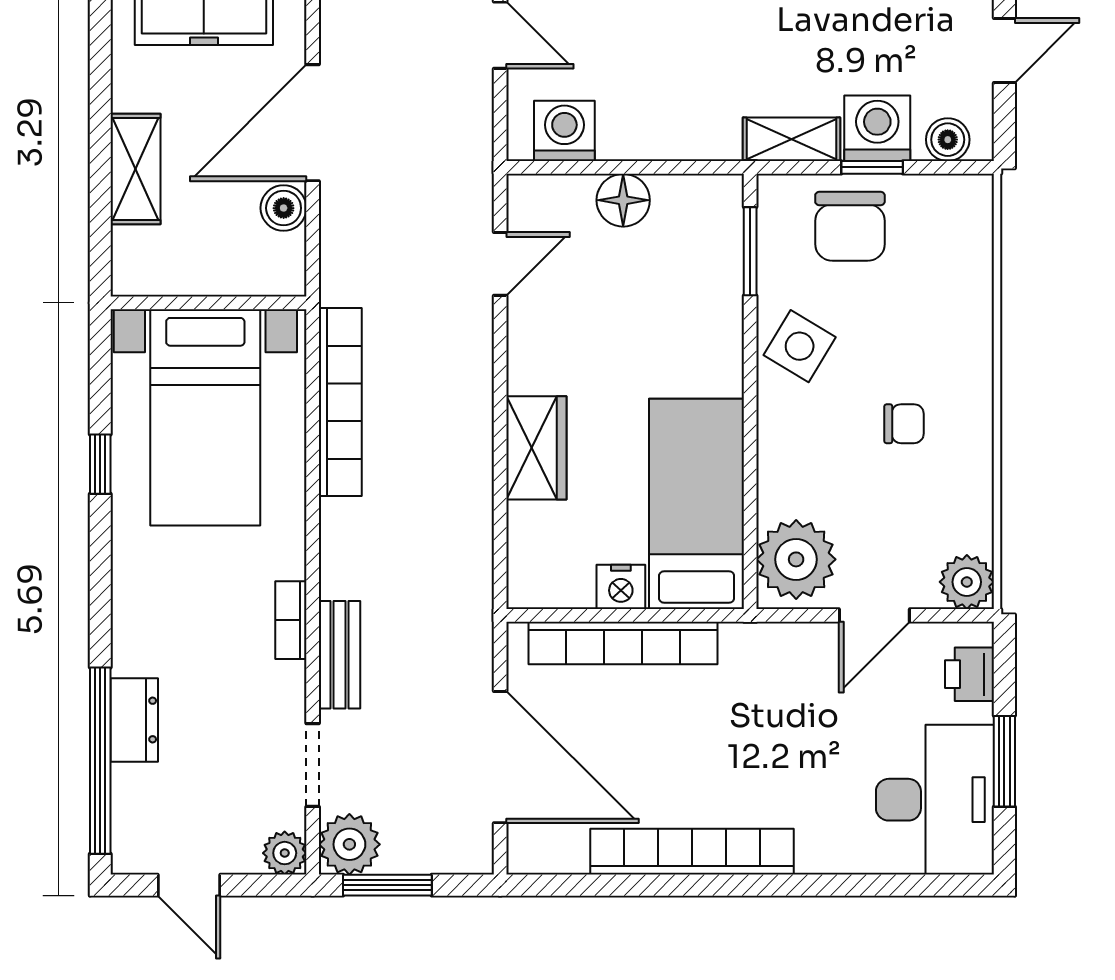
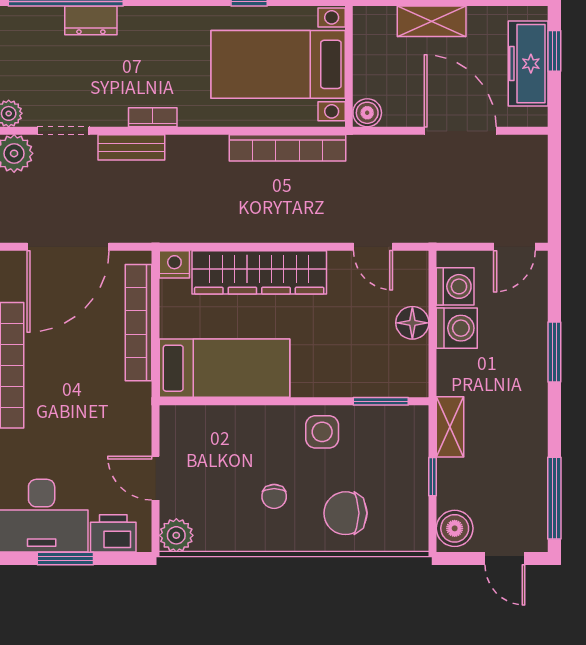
washing machine: (877, 128) -> (457, 328), moved
boiler: (948, 140) -> (455, 528), width x1.36, depth x1.36
boiler: (284, 208) -> (367, 113), moved
chair: (850, 226) -> (345, 513), moved
side table: (800, 346) -> (322, 432), turned -31
wardrobe: (536, 448) -> (259, 272), width x2.10, depth x1.17
plant: (796, 559) -> (190, 430), removed
nightstand: (621, 587) -> (174, 264), moved, turned 90
printer: (970, 674) -> (113, 533), width x1.36, depth x1.24

